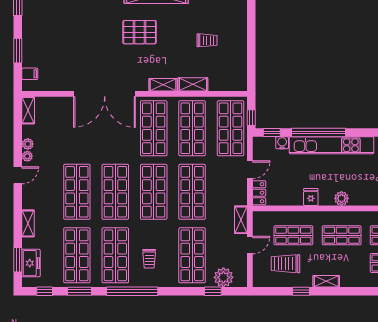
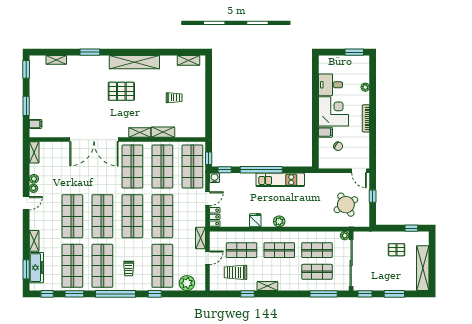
water cooler: (282, 143) -> (215, 178), moved
kitchen unit: (331, 145) -> (280, 180), width x0.73
freezer: (31, 263) -> (36, 268), width x1.40
window: (213, 291) -> (155, 294), moved

